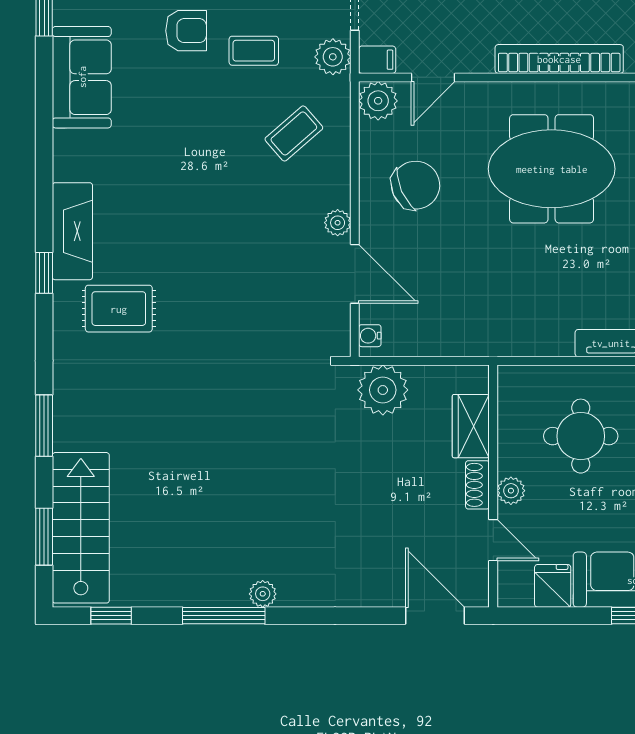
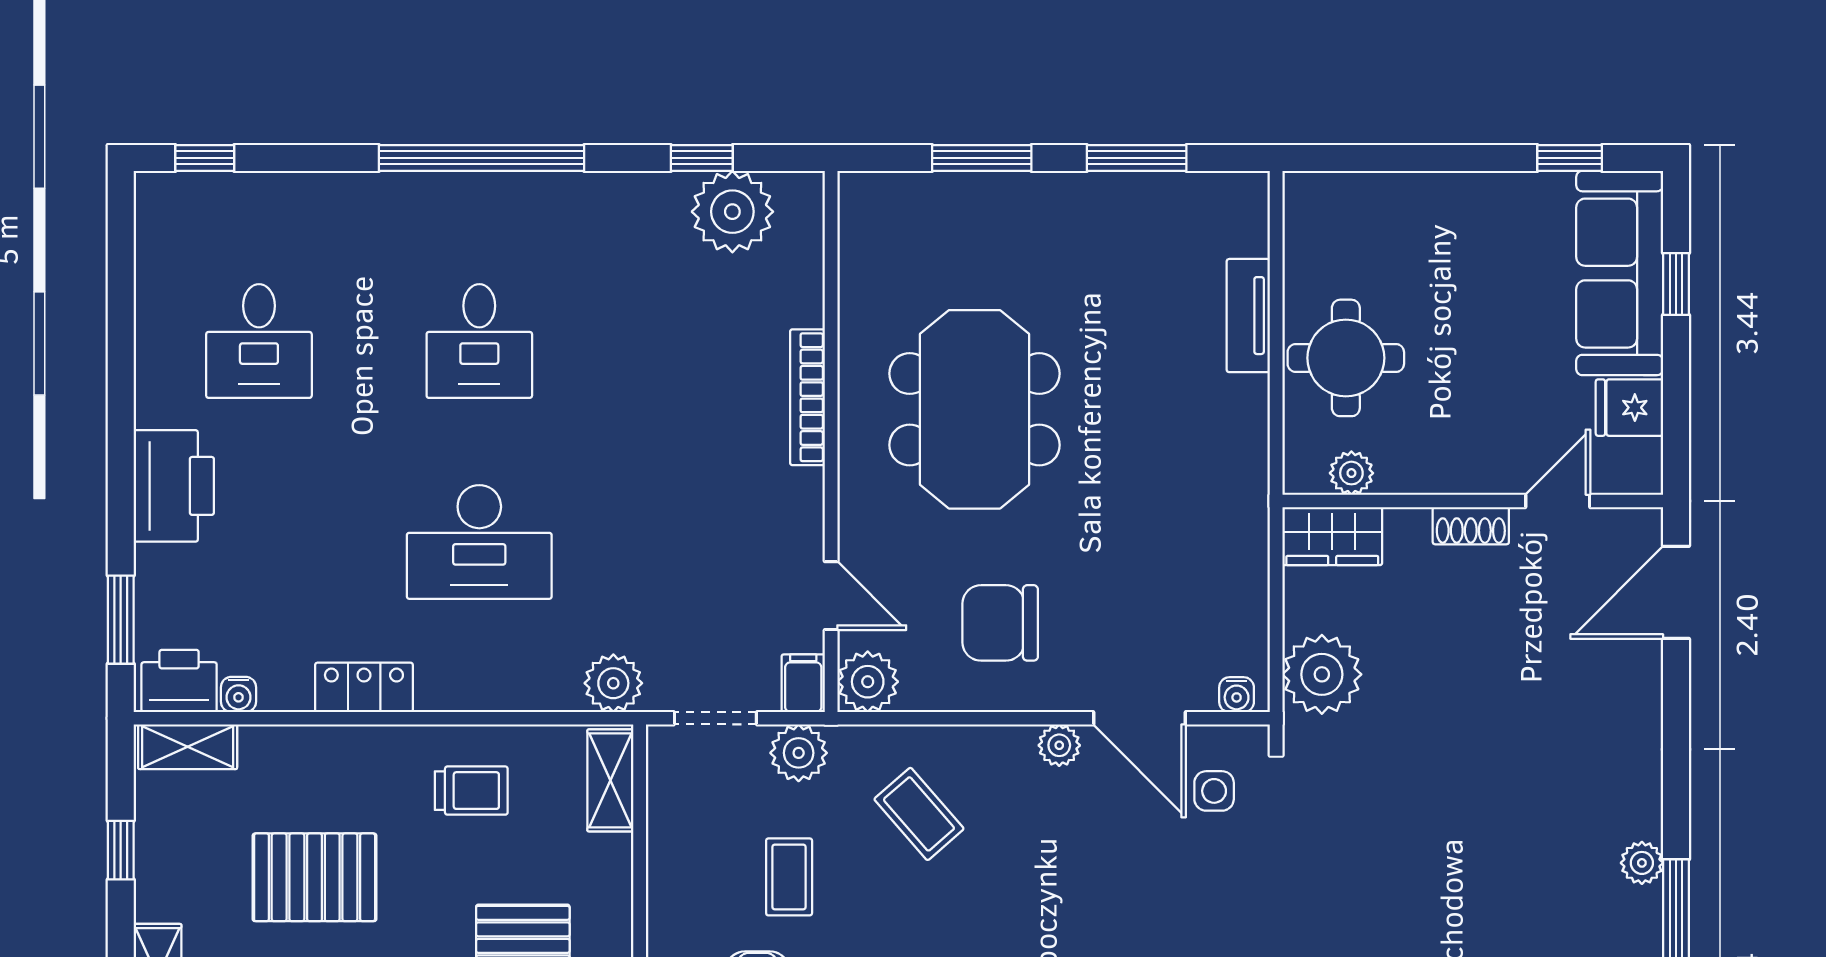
bookcase: (559, 59) -> (808, 397), width x0.68, depth x0.76
chair: (415, 185) -> (1000, 623), turned -66
door: (355, 274) -> (1140, 718), swing flipped
side table: (309, 321) -> (1214, 791), added
wardrobe: (471, 426) -> (1332, 536), moved
round table: (581, 436) -> (1346, 358), moved
plant: (511, 491) -> (1351, 473), moved

